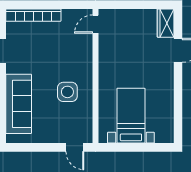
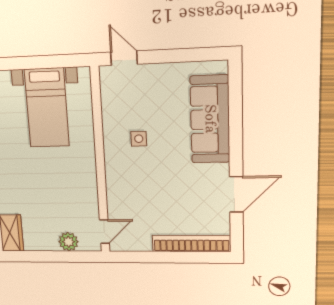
plant: (123, 16) -> (68, 242), added
side table: (67, 92) -> (139, 139), width x0.54, depth x0.54

